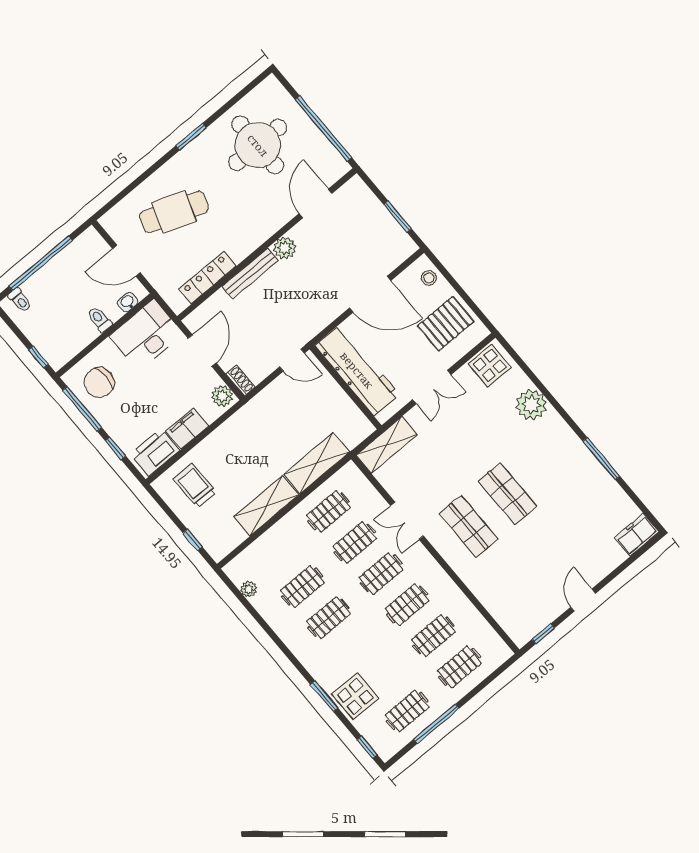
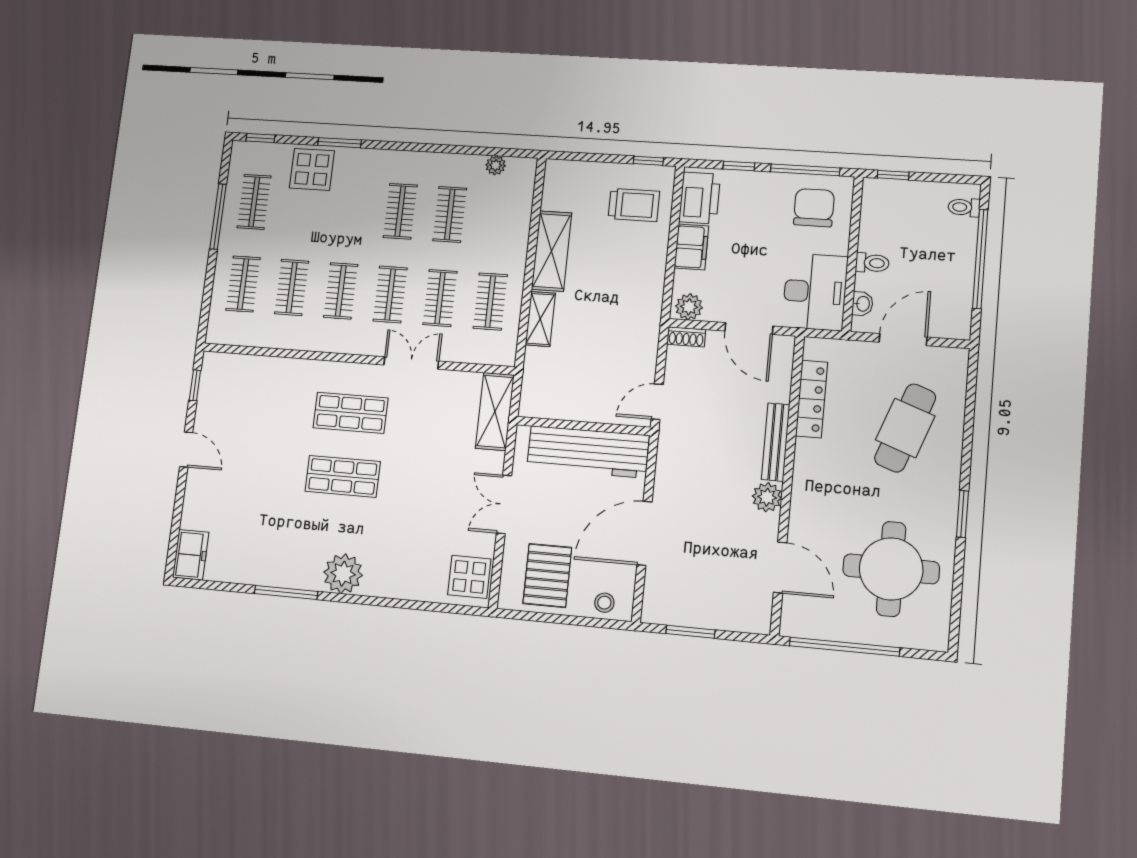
plant: (531, 405) -> (343, 574), moved
shelving: (317, 463) -> (540, 319), width x0.67, depth x0.75
window: (193, 540) -> (648, 161), moved

